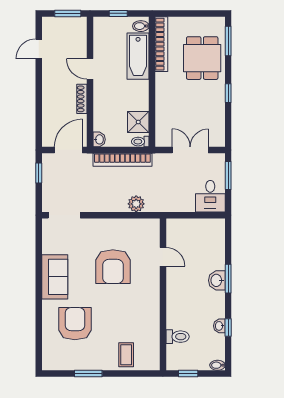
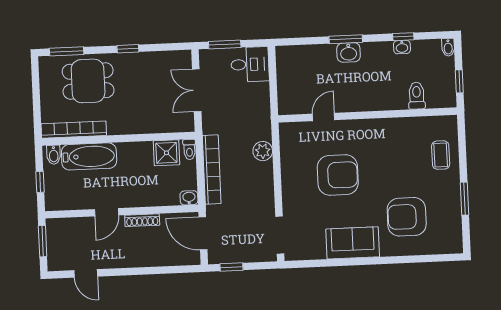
coffee table: (126, 355) -> (441, 155), turned 90

